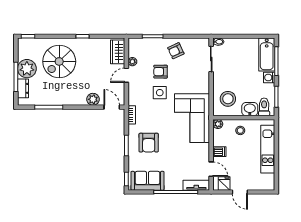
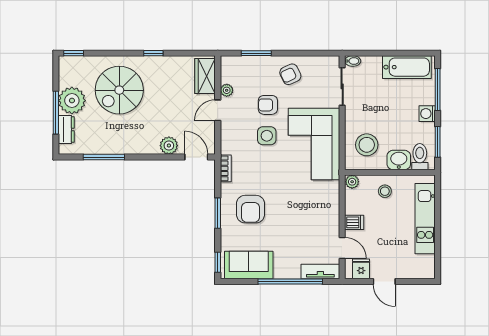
bathtub: (267, 55) -> (407, 67), moved, turned -90
corner sofa: (192, 118) -> (314, 144), moved

